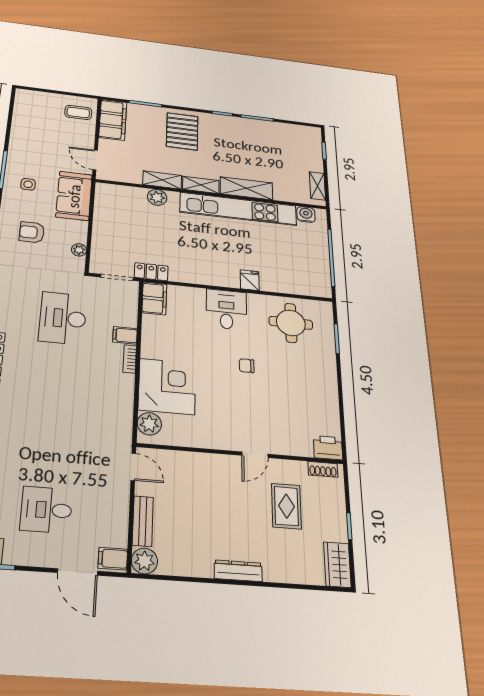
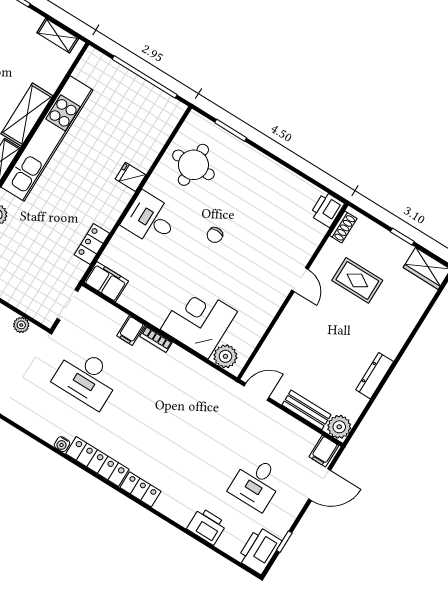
water cooler: (306, 214) -> (85, 71), removed
locker: (151, 272) -> (92, 244), moved
dresser: (238, 571) -> (375, 376), moved

